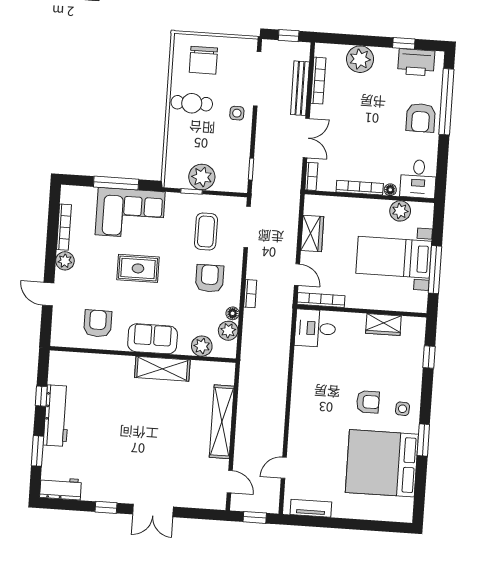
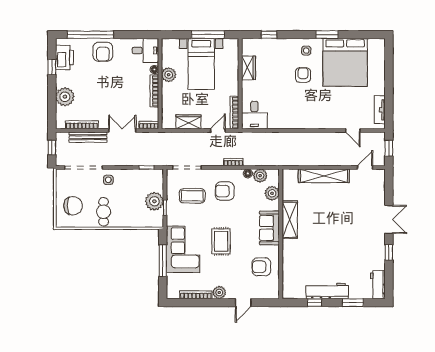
armchair: (421, 118) -> (103, 52), turned 90
plant: (400, 211) -> (169, 75), moved

